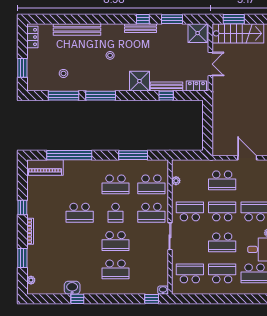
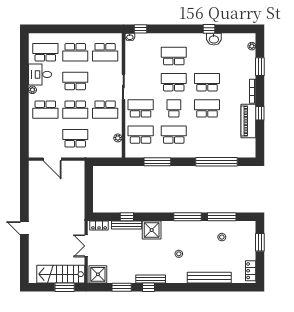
piano: (45, 167) -> (248, 121), moved, turned -90
school desk: (80, 241) -> (207, 82), added

